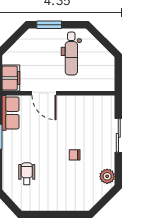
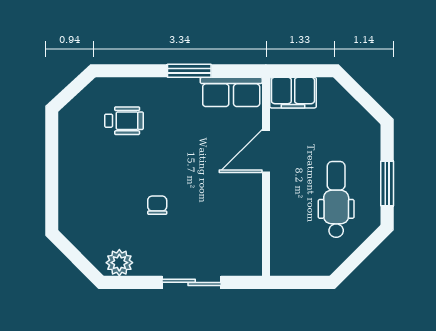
window: (49, 25) -> (387, 184), moved
dental chair: (71, 54) -> (336, 199), turned 90

